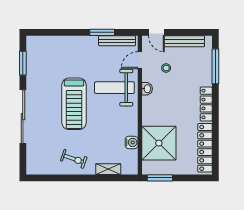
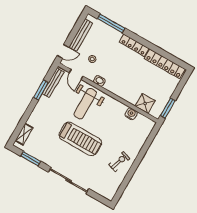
shower: (159, 143) -> (145, 103), width x0.54, depth x0.54
shelving: (108, 169) -> (24, 134), moved

